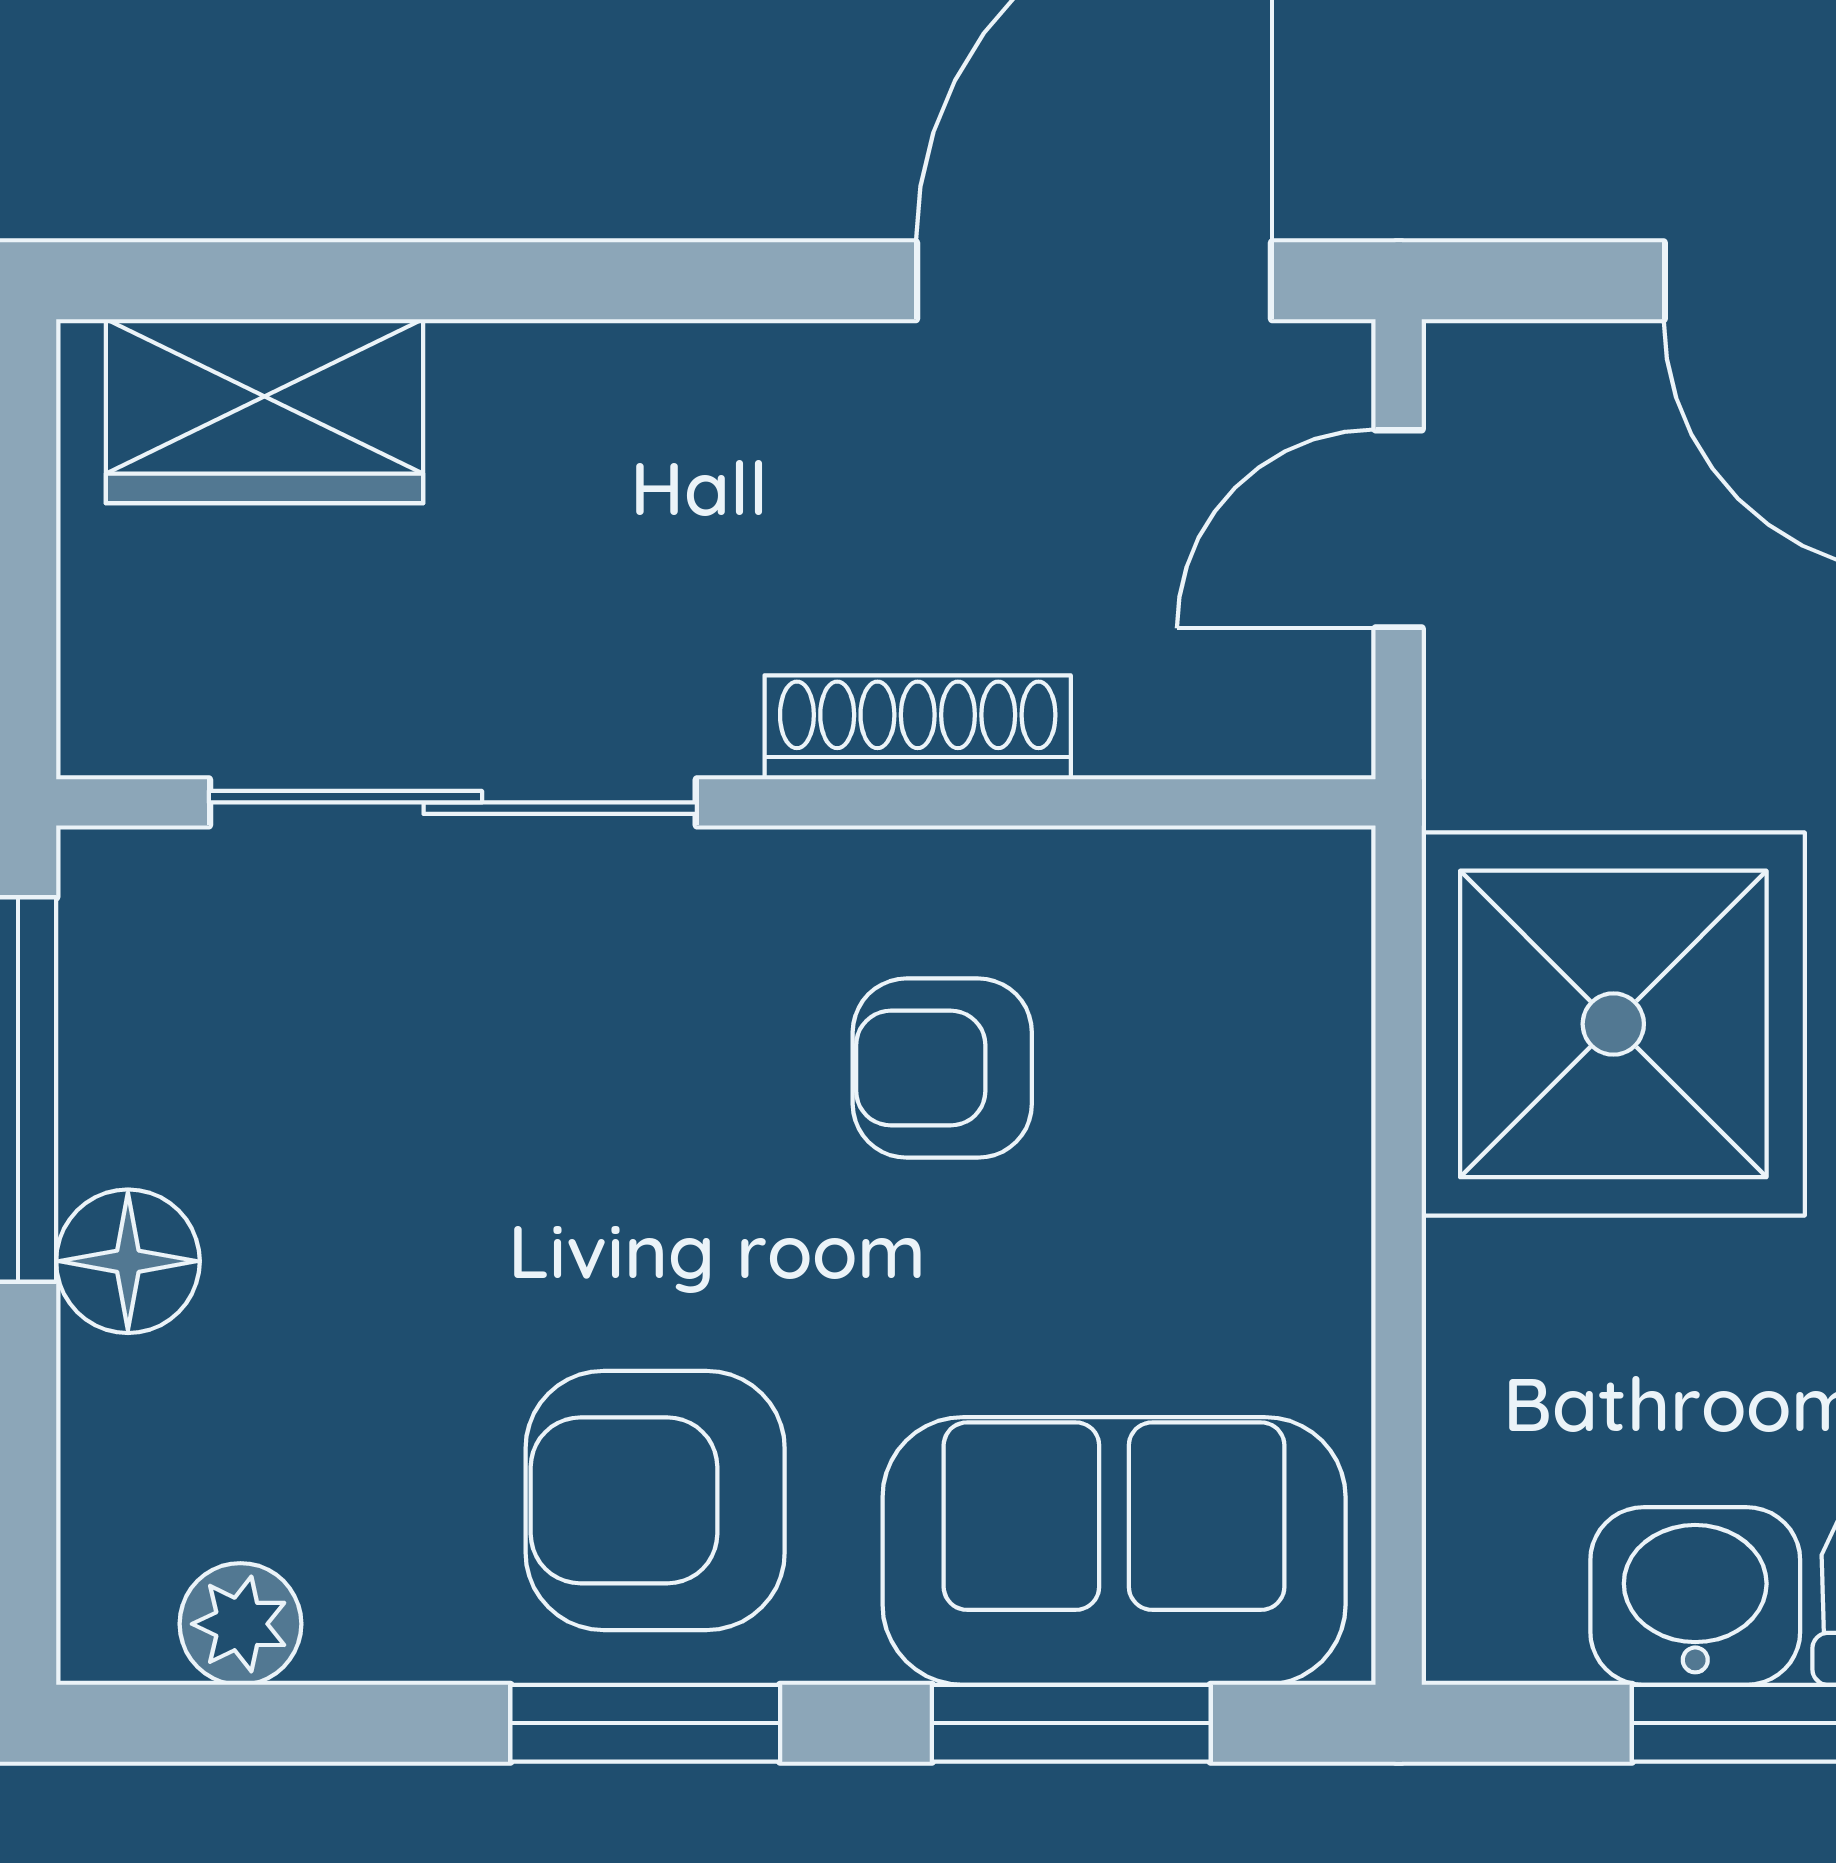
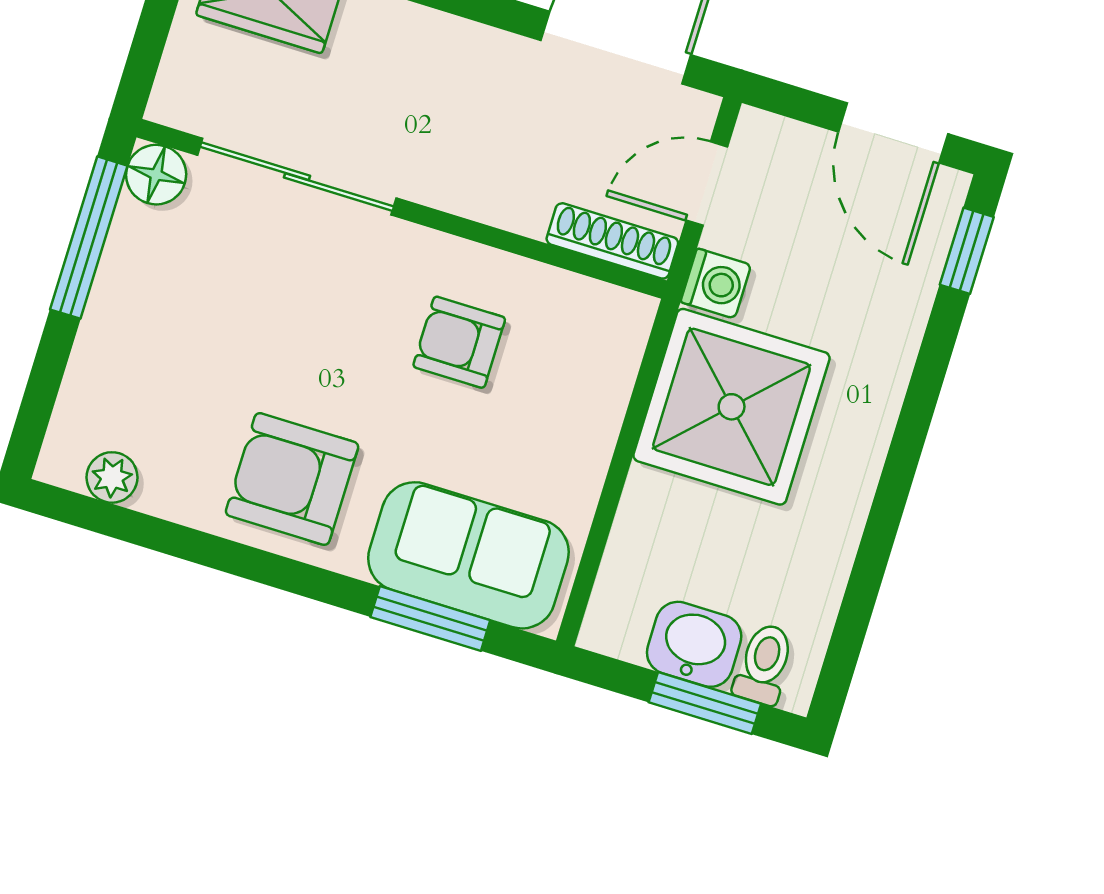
shoe rack: (918, 727) -> (612, 241), moved
washing machine: (1490, 752) -> (716, 283), added
floor lamp: (128, 1261) -> (156, 175), moved
window: (645, 1723) -> (261, 566), removed

